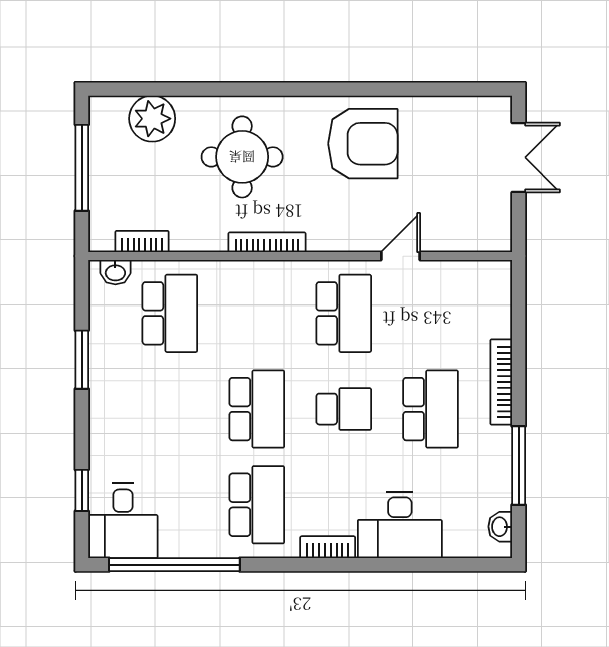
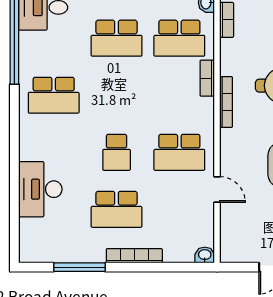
school desk: (257, 409) -> (117, 38), moved
washbasin: (500, 527) -> (205, 255), moved
bookcase: (328, 547) -> (207, 78), moved, turned 180

